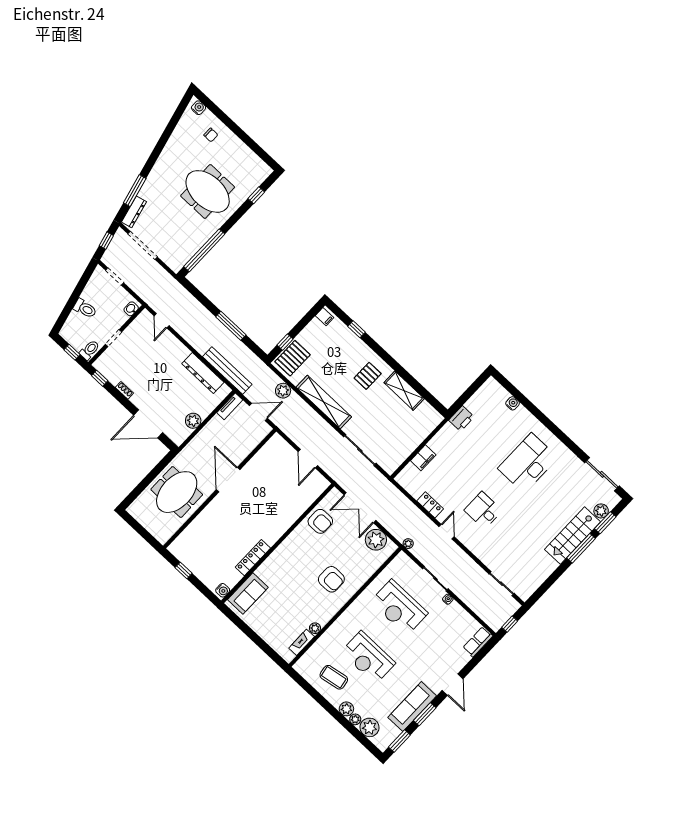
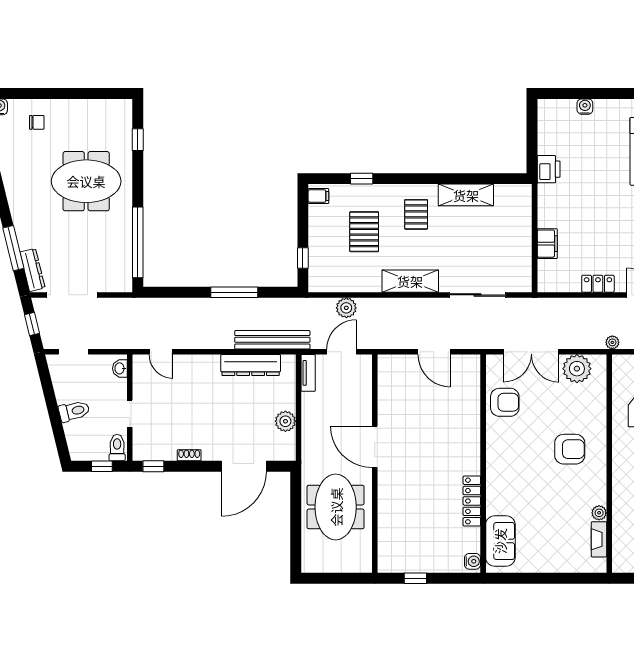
pallet: (293, 358) -> (364, 232), moved
shelving: (324, 402) -> (410, 281), width x0.68

